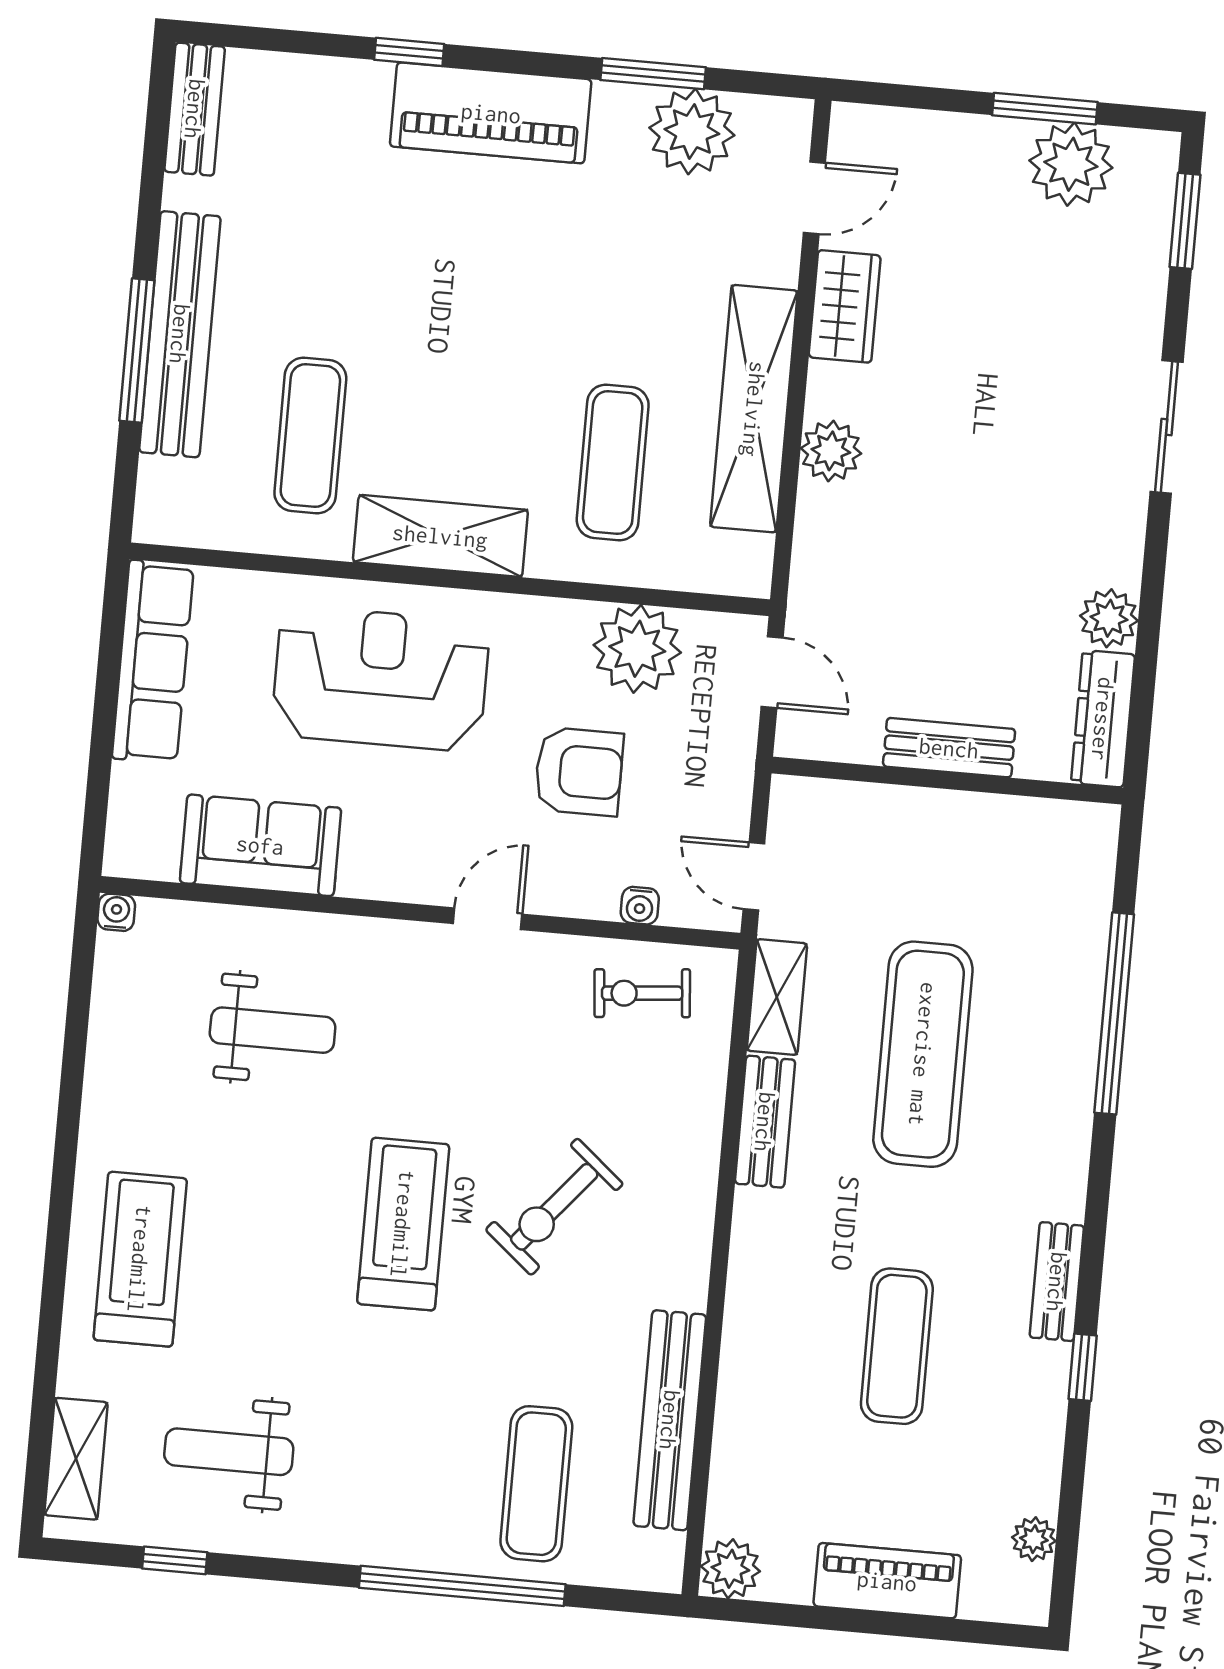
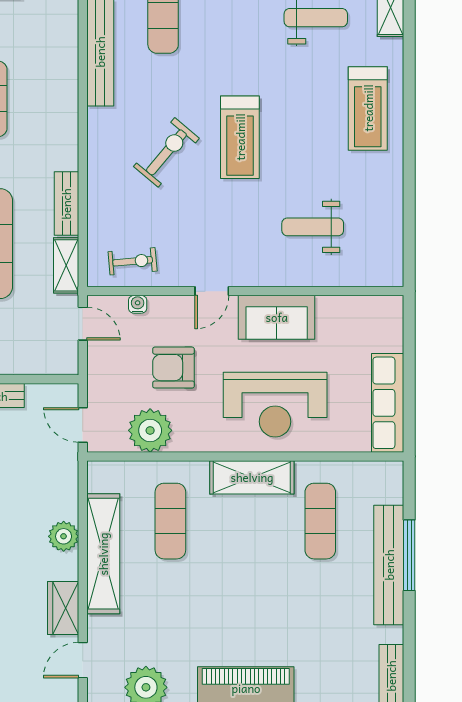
sofa: (260, 845) -> (277, 317), moved
water cooler: (116, 912) -> (395, 278), removed

